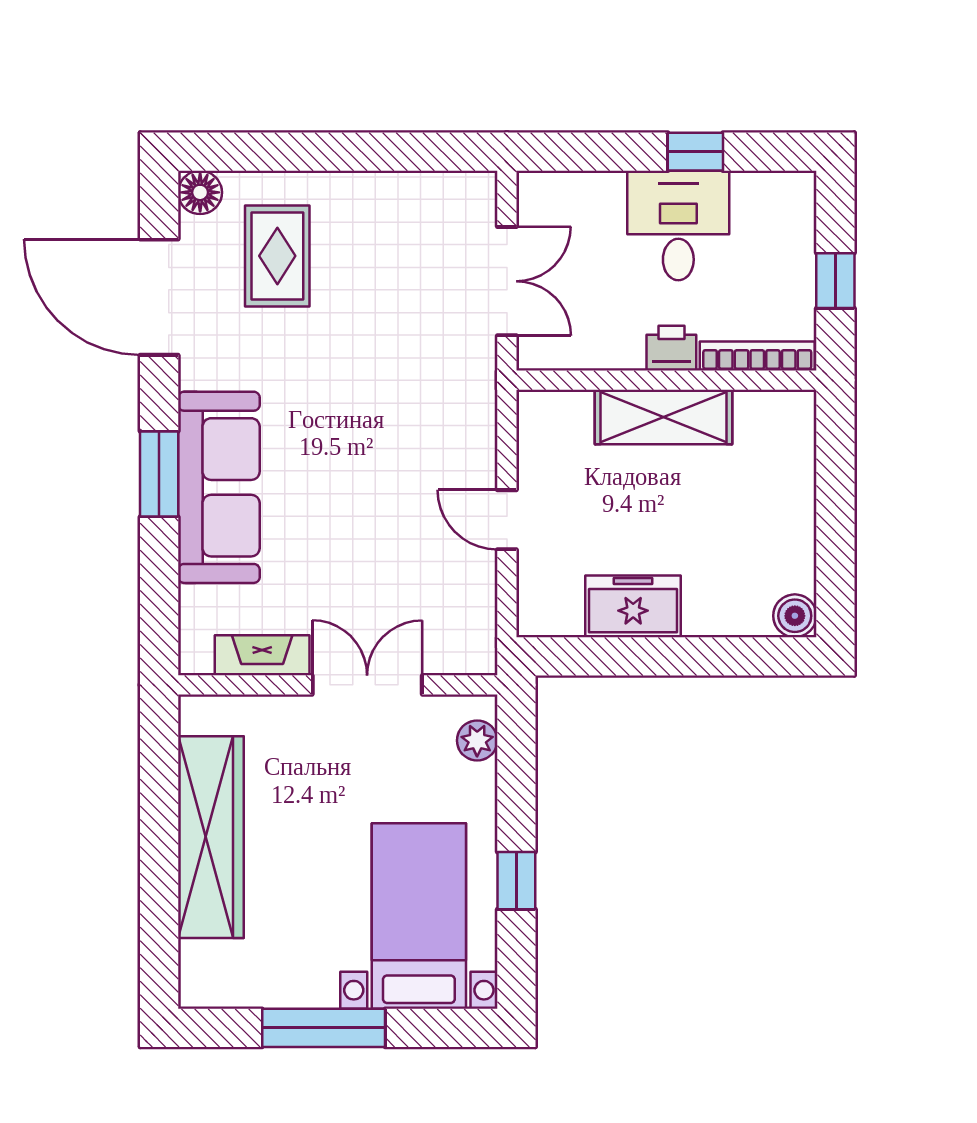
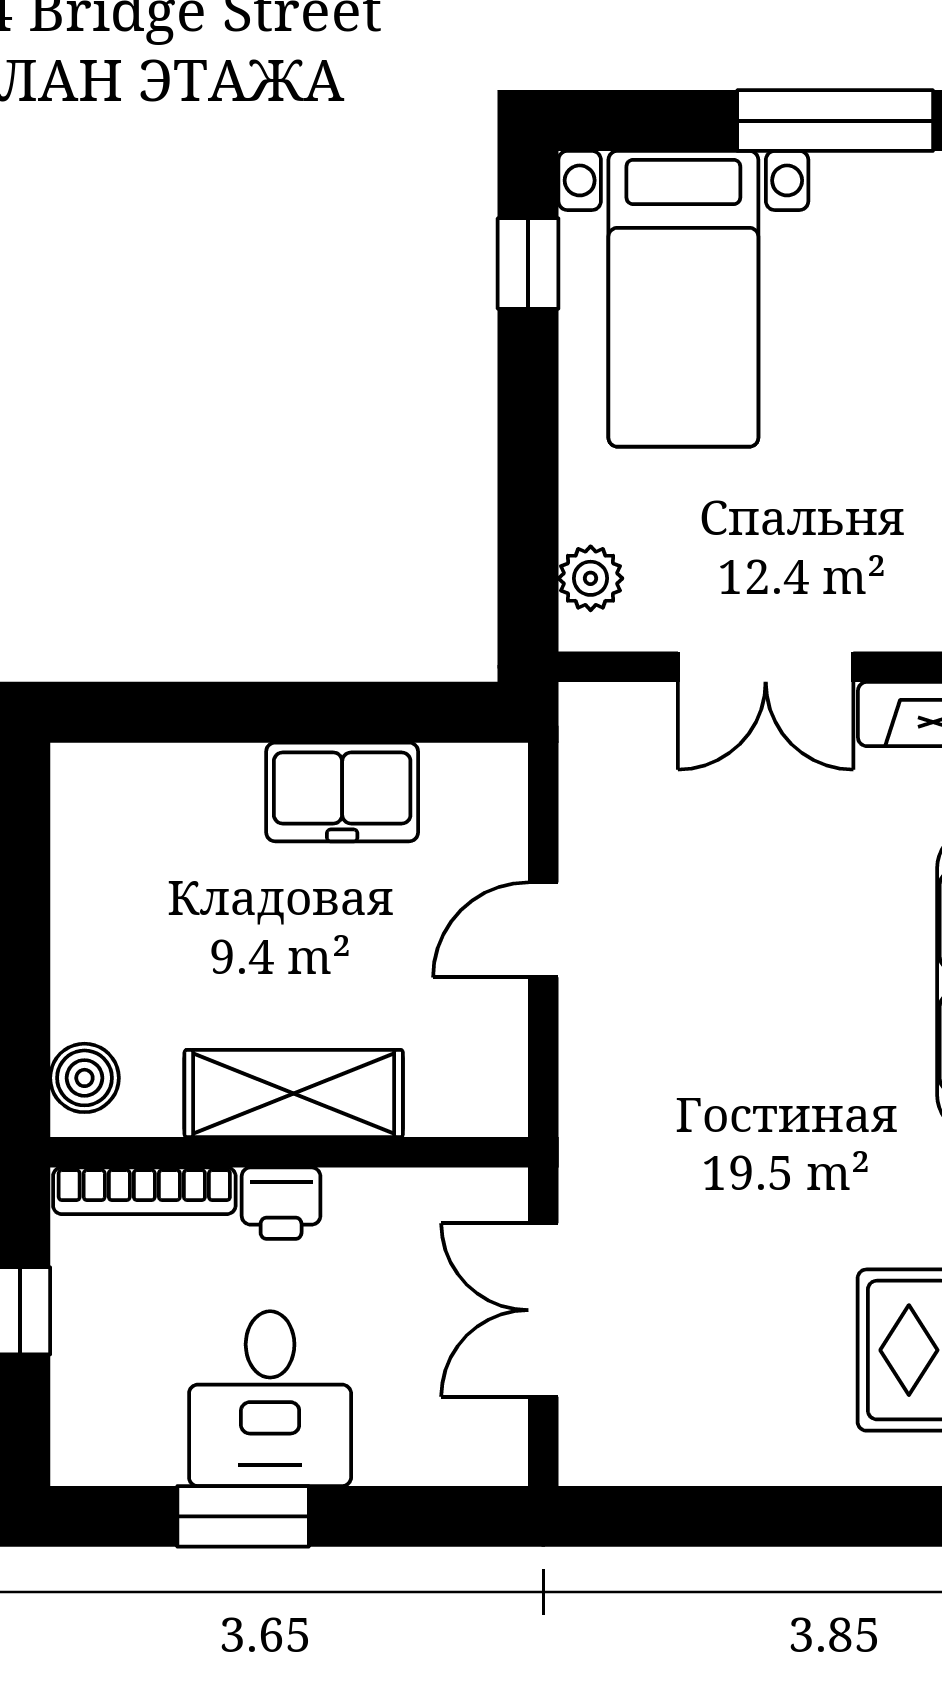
window: (695, 152) -> (243, 1516), width x1.50
door: (507, 520) -> (543, 930), swing flipped
boiler: (795, 616) -> (84, 1078), moved
window: (516, 881) -> (528, 263), moved

